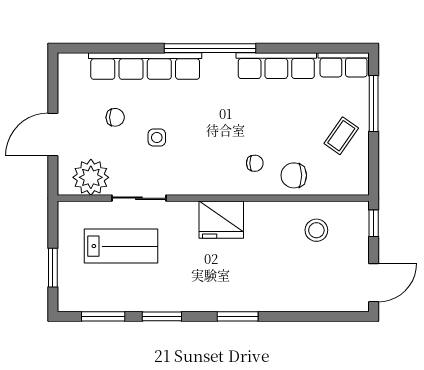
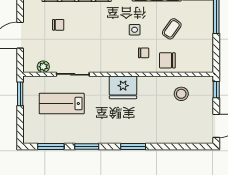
coffee table: (341, 136) -> (172, 29), moved
side table: (157, 137) -> (135, 30), moved
plant: (91, 177) -> (43, 67), width x0.53, depth x0.53
lab bench: (121, 246) -> (62, 104), turned 180
window: (53, 268) -> (20, 94), moved

